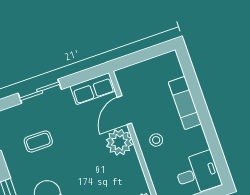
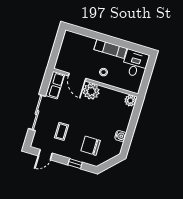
sliding door: (40, 91) -> (37, 112), width x1.37
exam couch: (185, 103) -> (110, 49), moved

